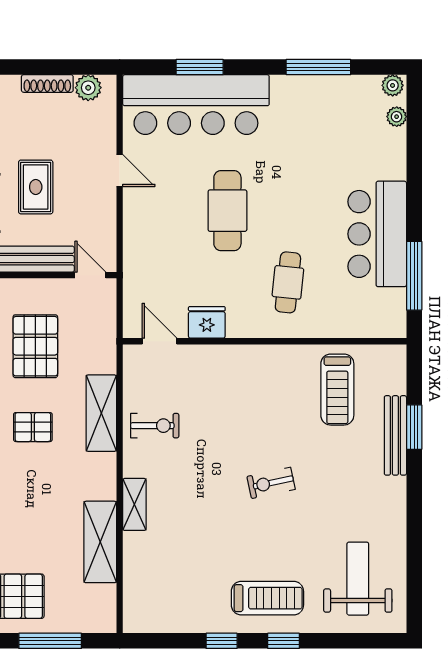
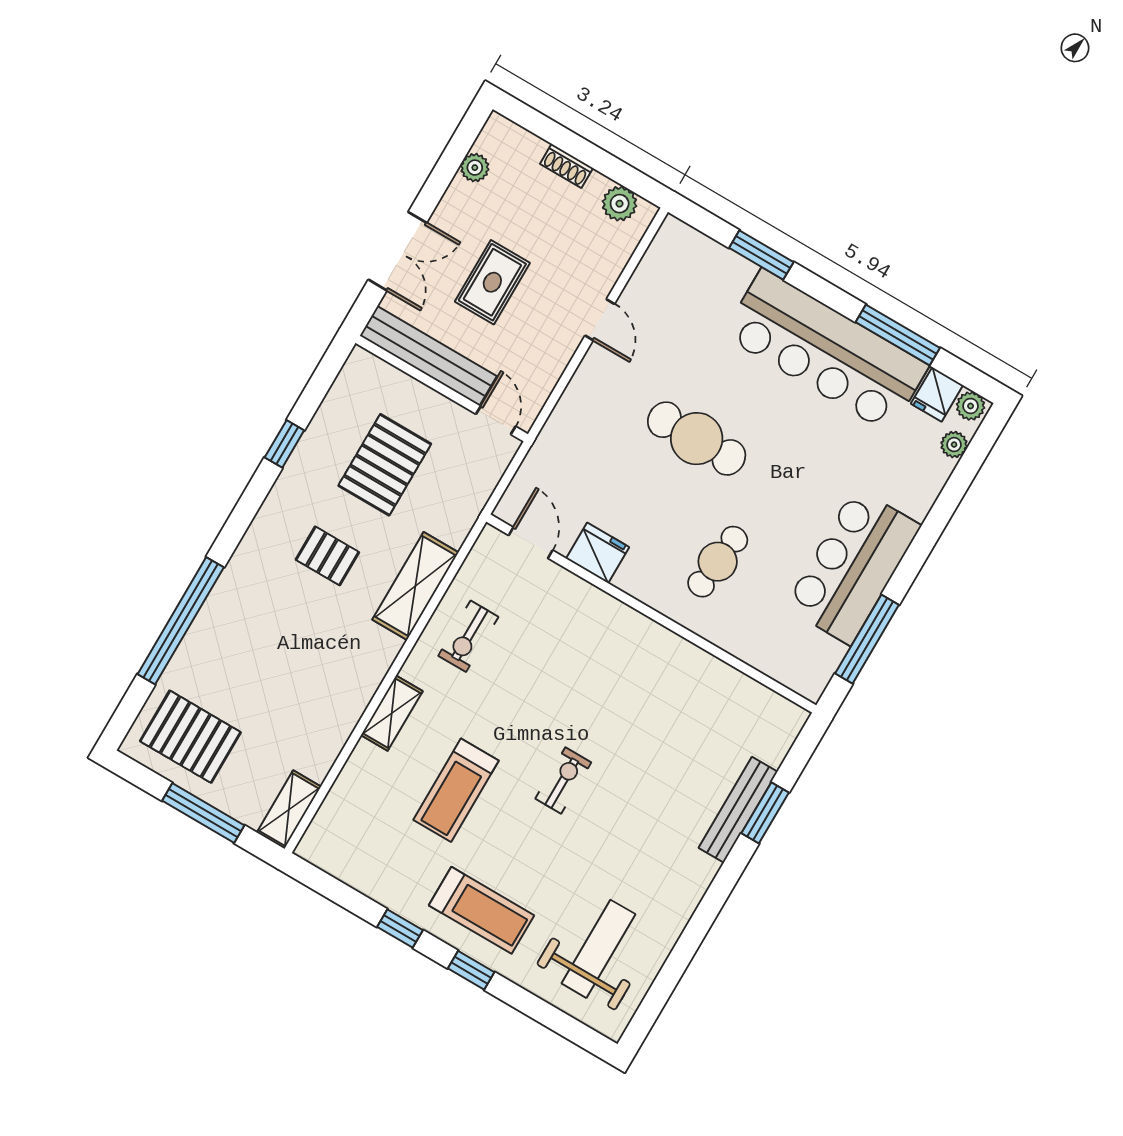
shoe rack: (47, 83) -> (566, 166), width x0.70
fridge: (366, 91) -> (937, 394), added
bar counter: (196, 105) -> (826, 351), moved
cafe table: (227, 211) -> (697, 439), turned 90
treadmill: (337, 390) -> (456, 790), moved
exercise bike: (155, 426) -> (468, 636), turned 90
exercise bike: (271, 483) -> (563, 780), turned 102
shelving: (100, 542) -> (289, 810), moved, width x0.67, depth x0.75

